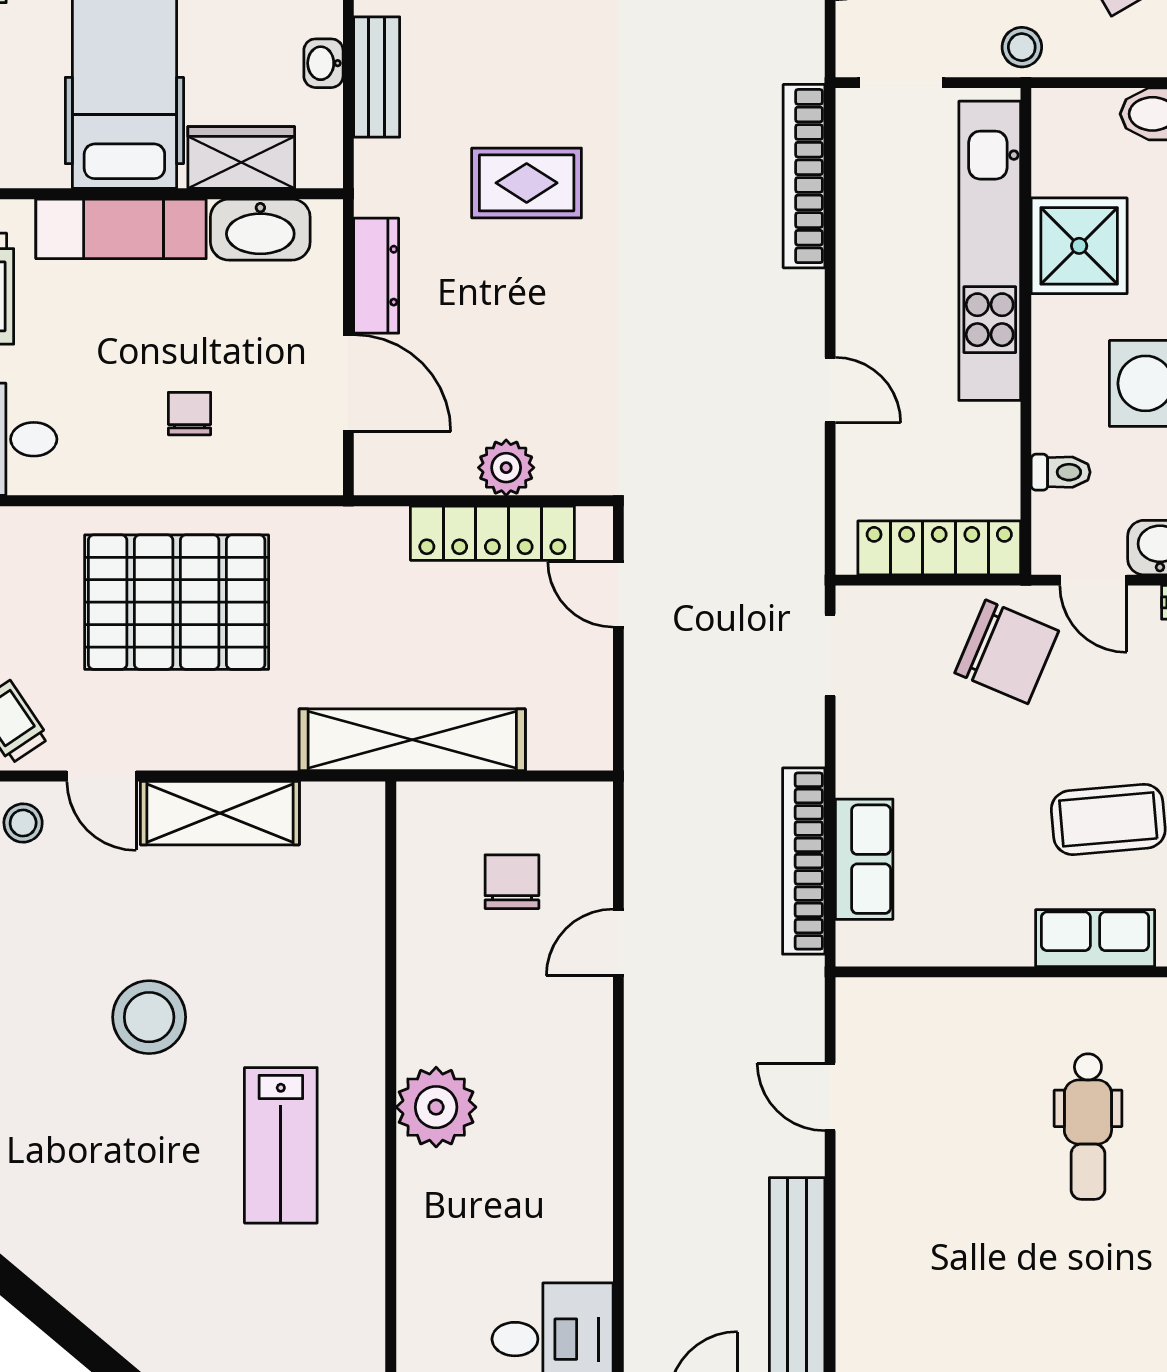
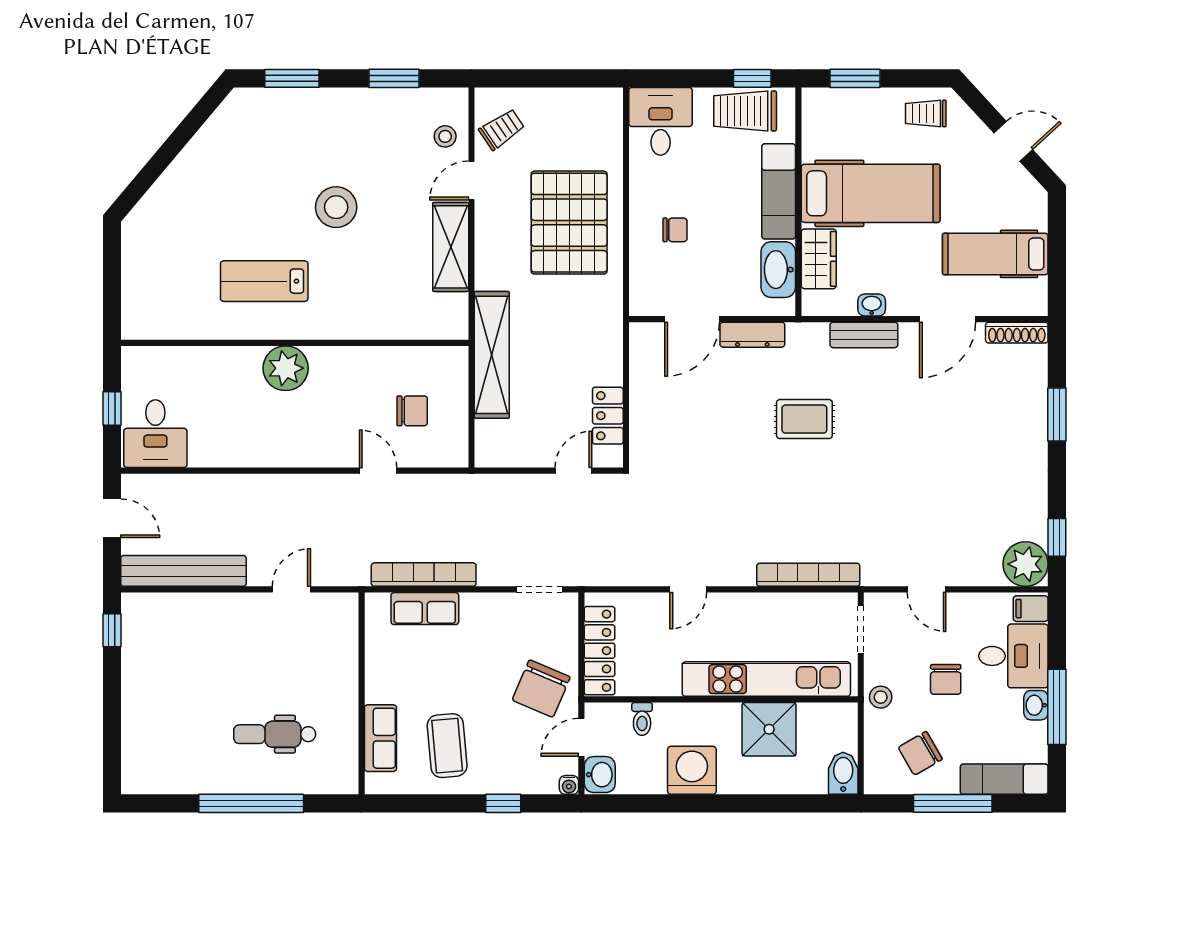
rug: (527, 183) -> (804, 419), turned 90
plant: (506, 468) -> (645, 408), removed
locker: (492, 533) -> (608, 416), width x0.66

